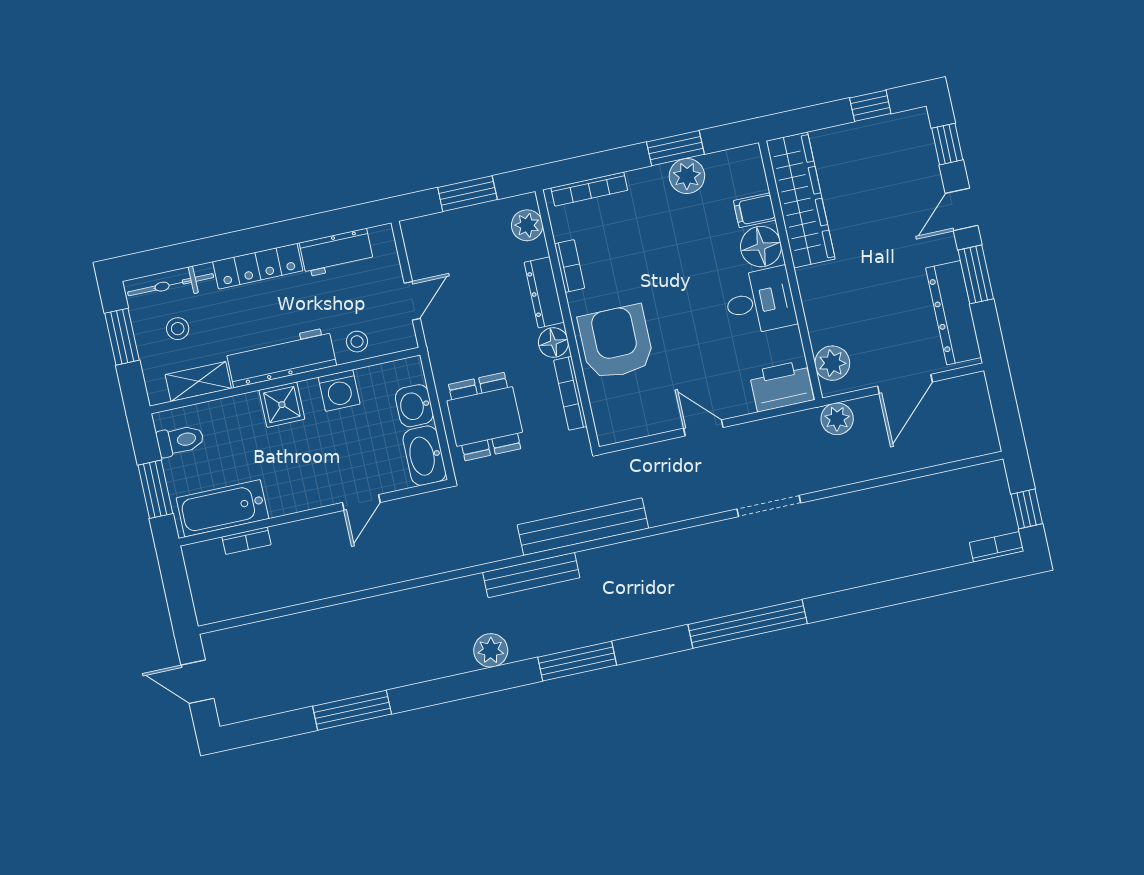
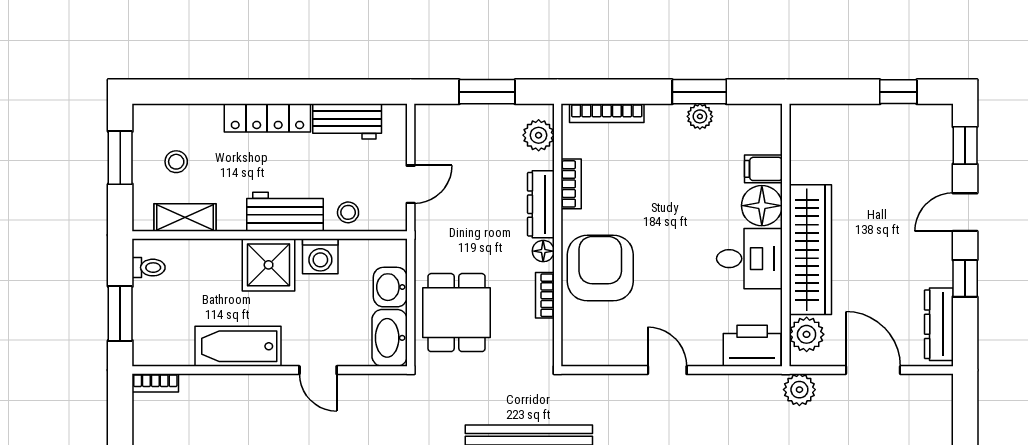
plant: (687, 176) -> (700, 116), width x0.73, depth x0.73
wardrobe: (801, 200) -> (810, 250), moved
window: (976, 274) -> (965, 278), width x0.67
bicycle: (171, 285) -> (179, 117), removed
dresser: (954, 313) -> (939, 324), width x0.73, depth x0.80
floor lamp: (553, 343) -> (543, 251), width x0.73, depth x0.73
workbench: (281, 357) -> (285, 212), width x0.73
door: (905, 384) -> (873, 370), swing flipped
bookcase: (570, 393) -> (545, 295), width x0.64
shower: (282, 405) -> (269, 265), width x1.36, depth x1.36
toilet: (180, 441) -> (149, 268), width x0.73, depth x0.72
door: (361, 502) -> (318, 370), hinge flipped
bathtub: (222, 508) -> (238, 346), moved
bookcase: (246, 541) -> (155, 383), moved

